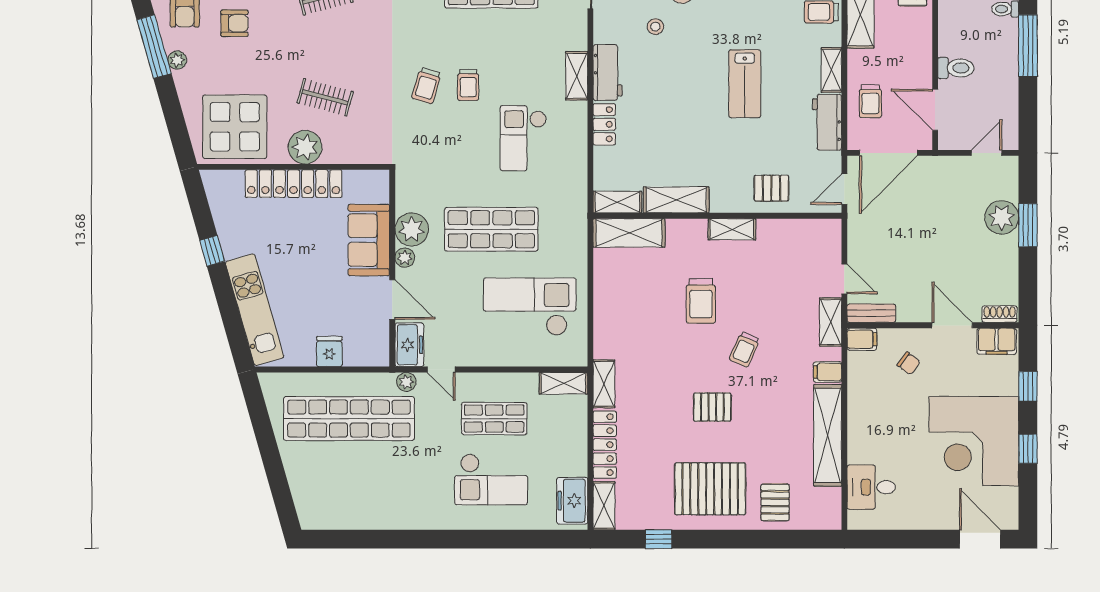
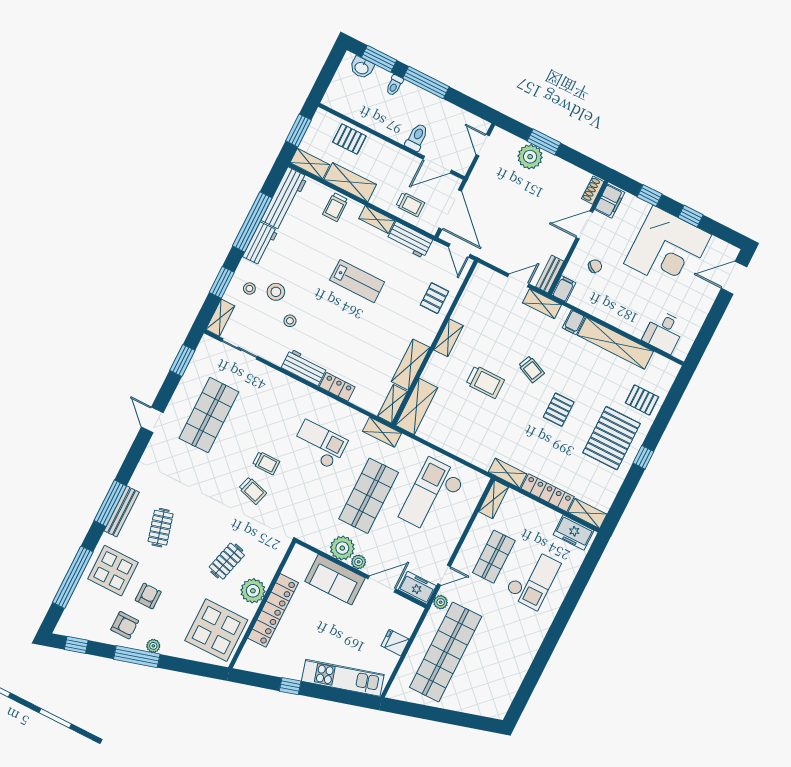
shelving: (577, 76) -> (382, 432), moved
checkout: (523, 138) -> (319, 445), turned 180
window: (659, 539) -> (643, 457), moved

